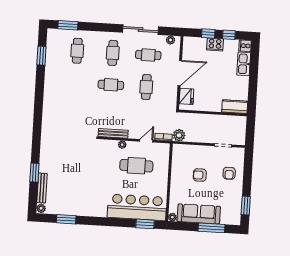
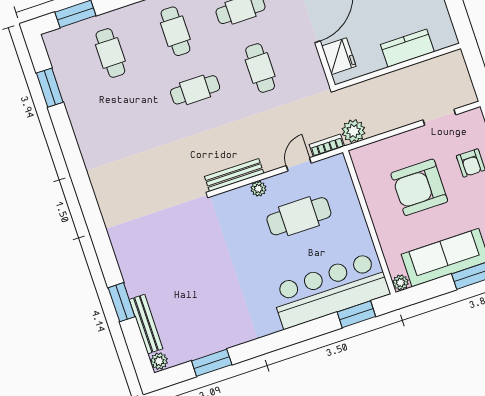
kitchen counter: (235, 107) -> (407, 48), moved
armchair: (200, 175) -> (419, 187), width x1.88, depth x1.88

